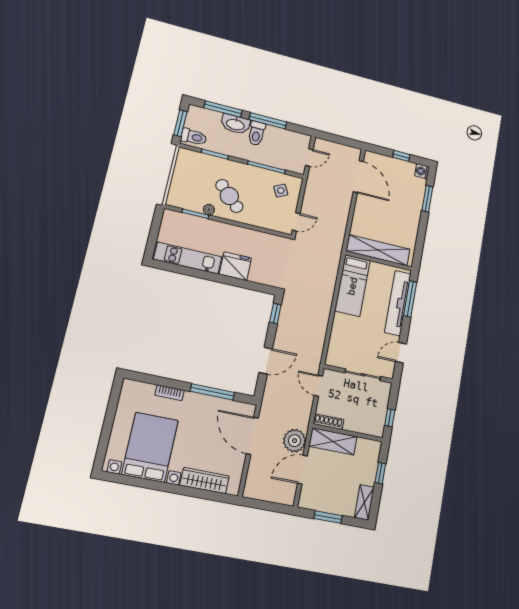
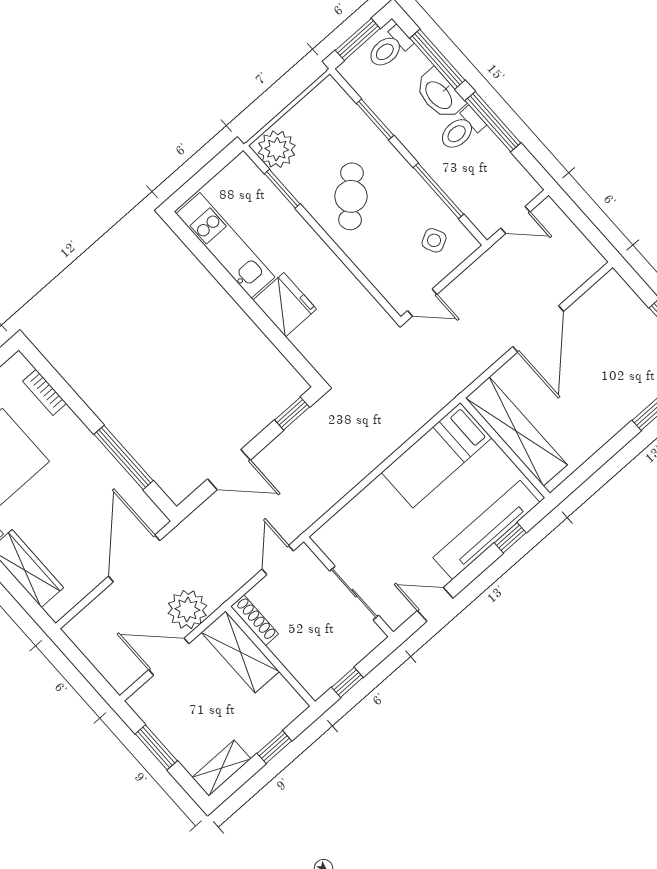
toilet: (194, 137) -> (389, 48), moved, turned 90
door: (358, 177) -> (538, 329), moved
plant: (209, 210) -> (277, 149), moved, width x1.88, depth x1.88
window: (410, 299) -> (510, 538), width x0.46
bookcase: (169, 393) -> (44, 392), moved

